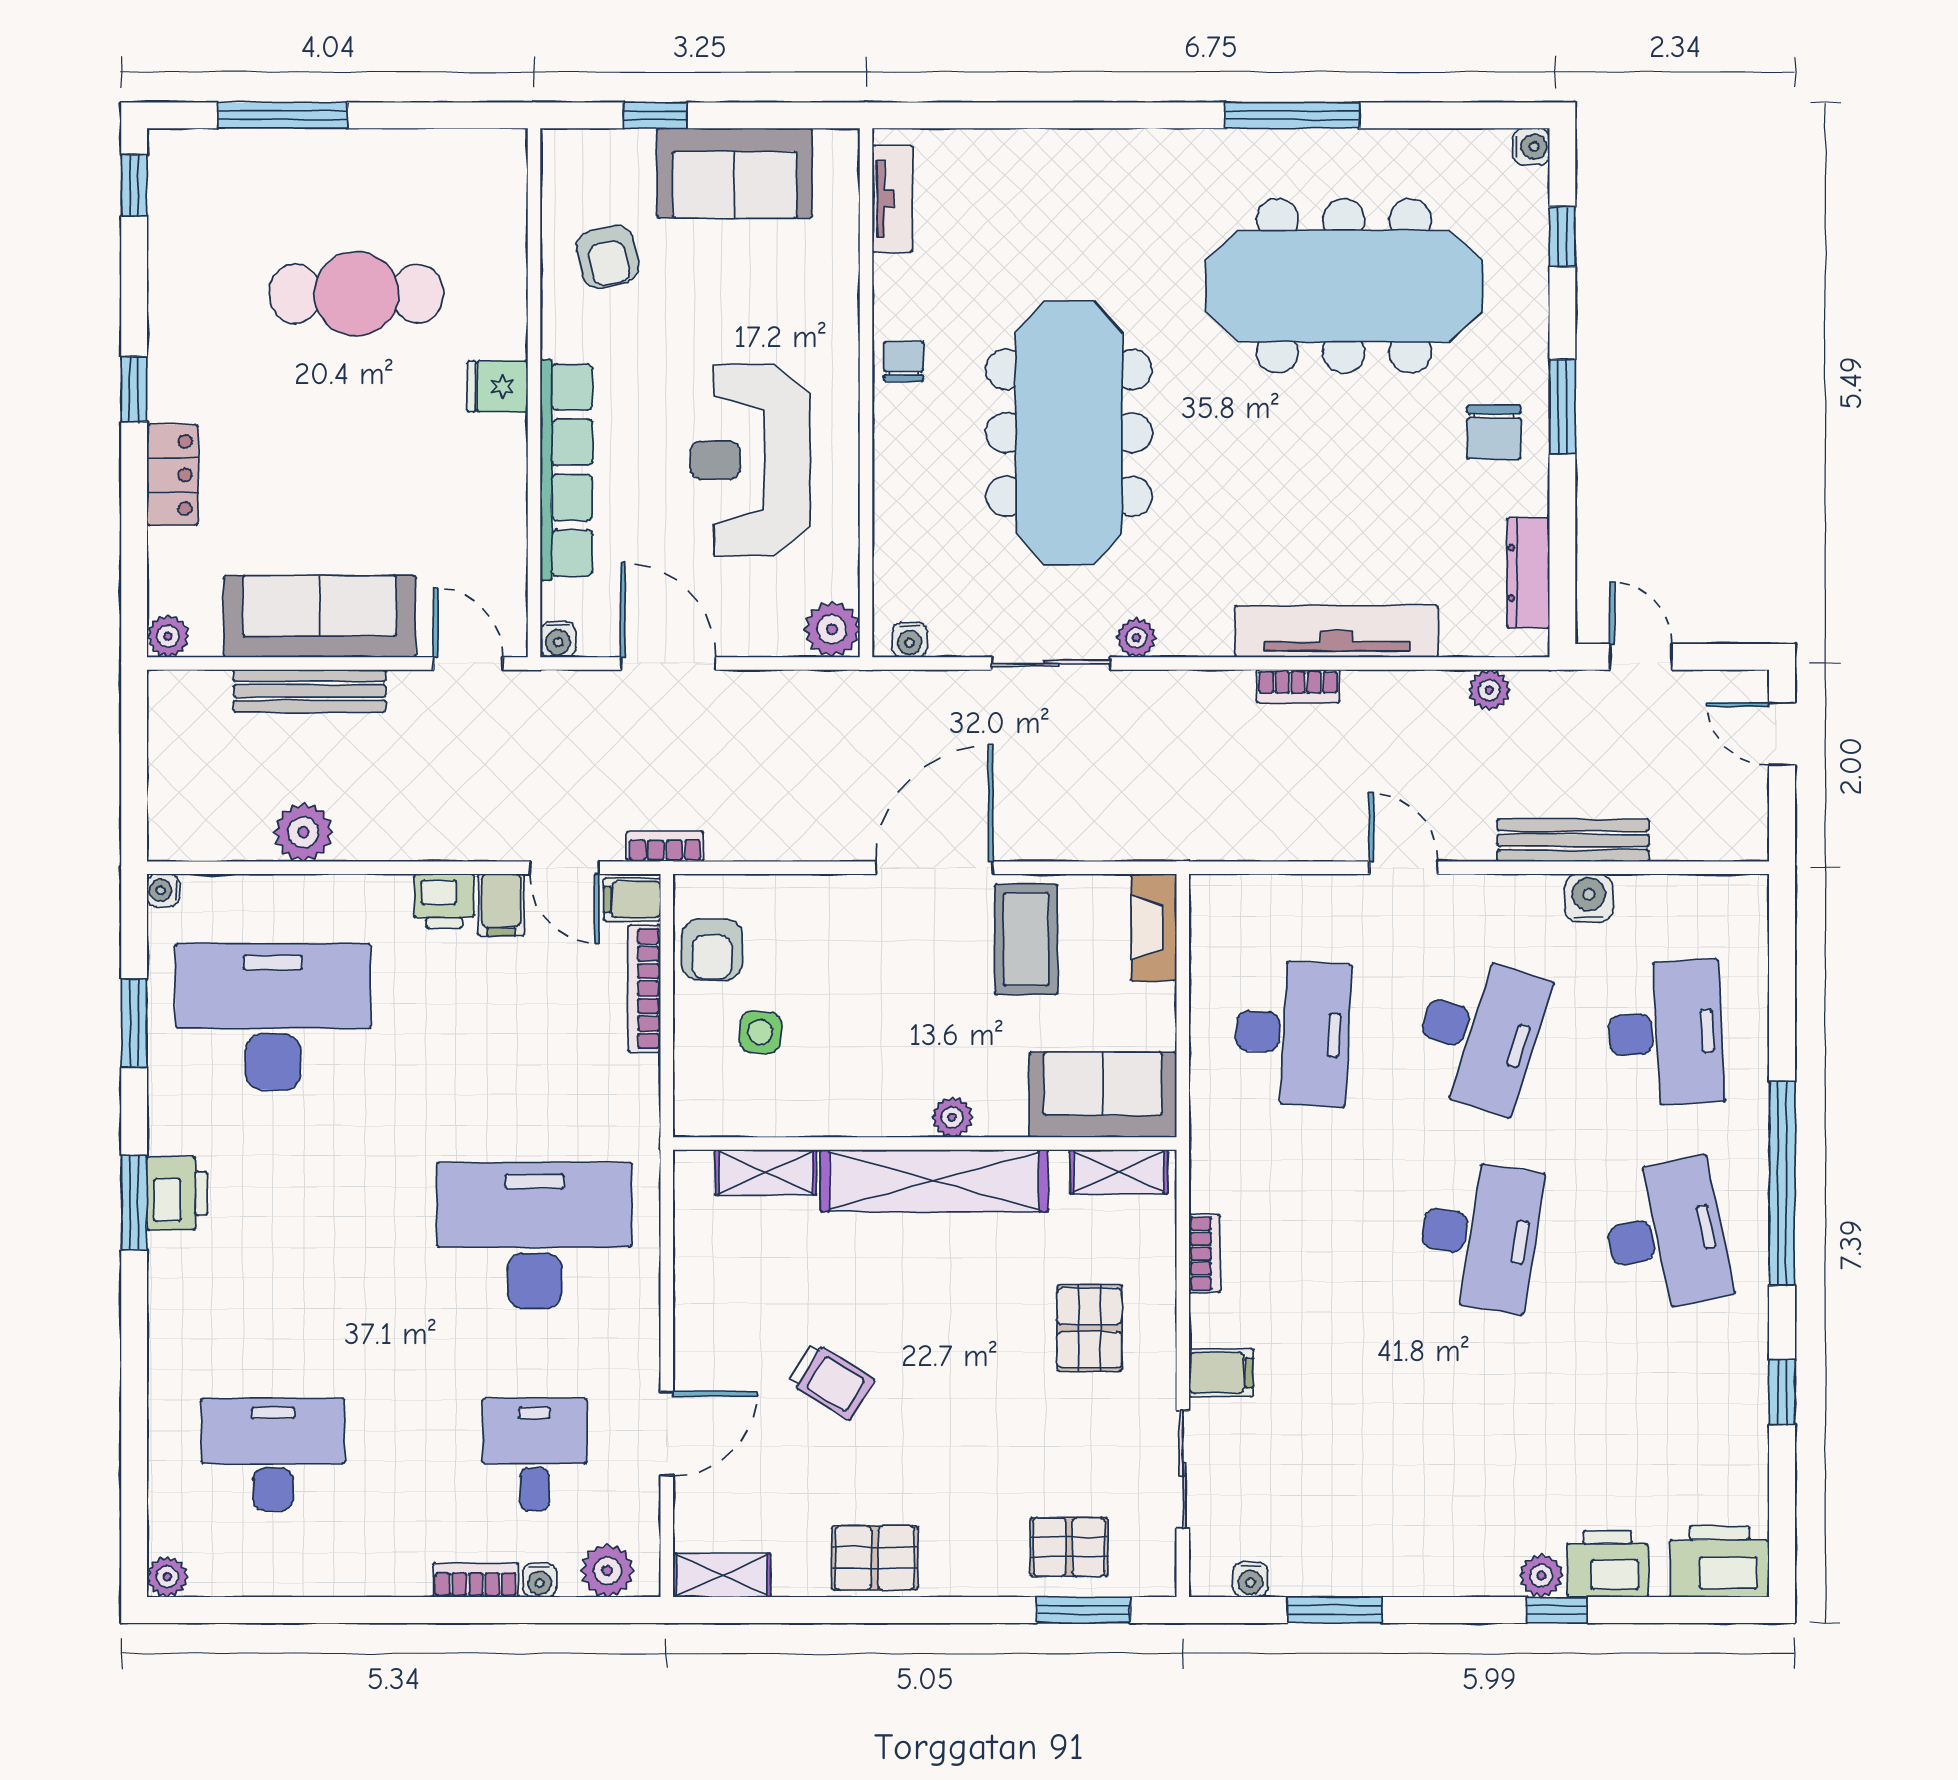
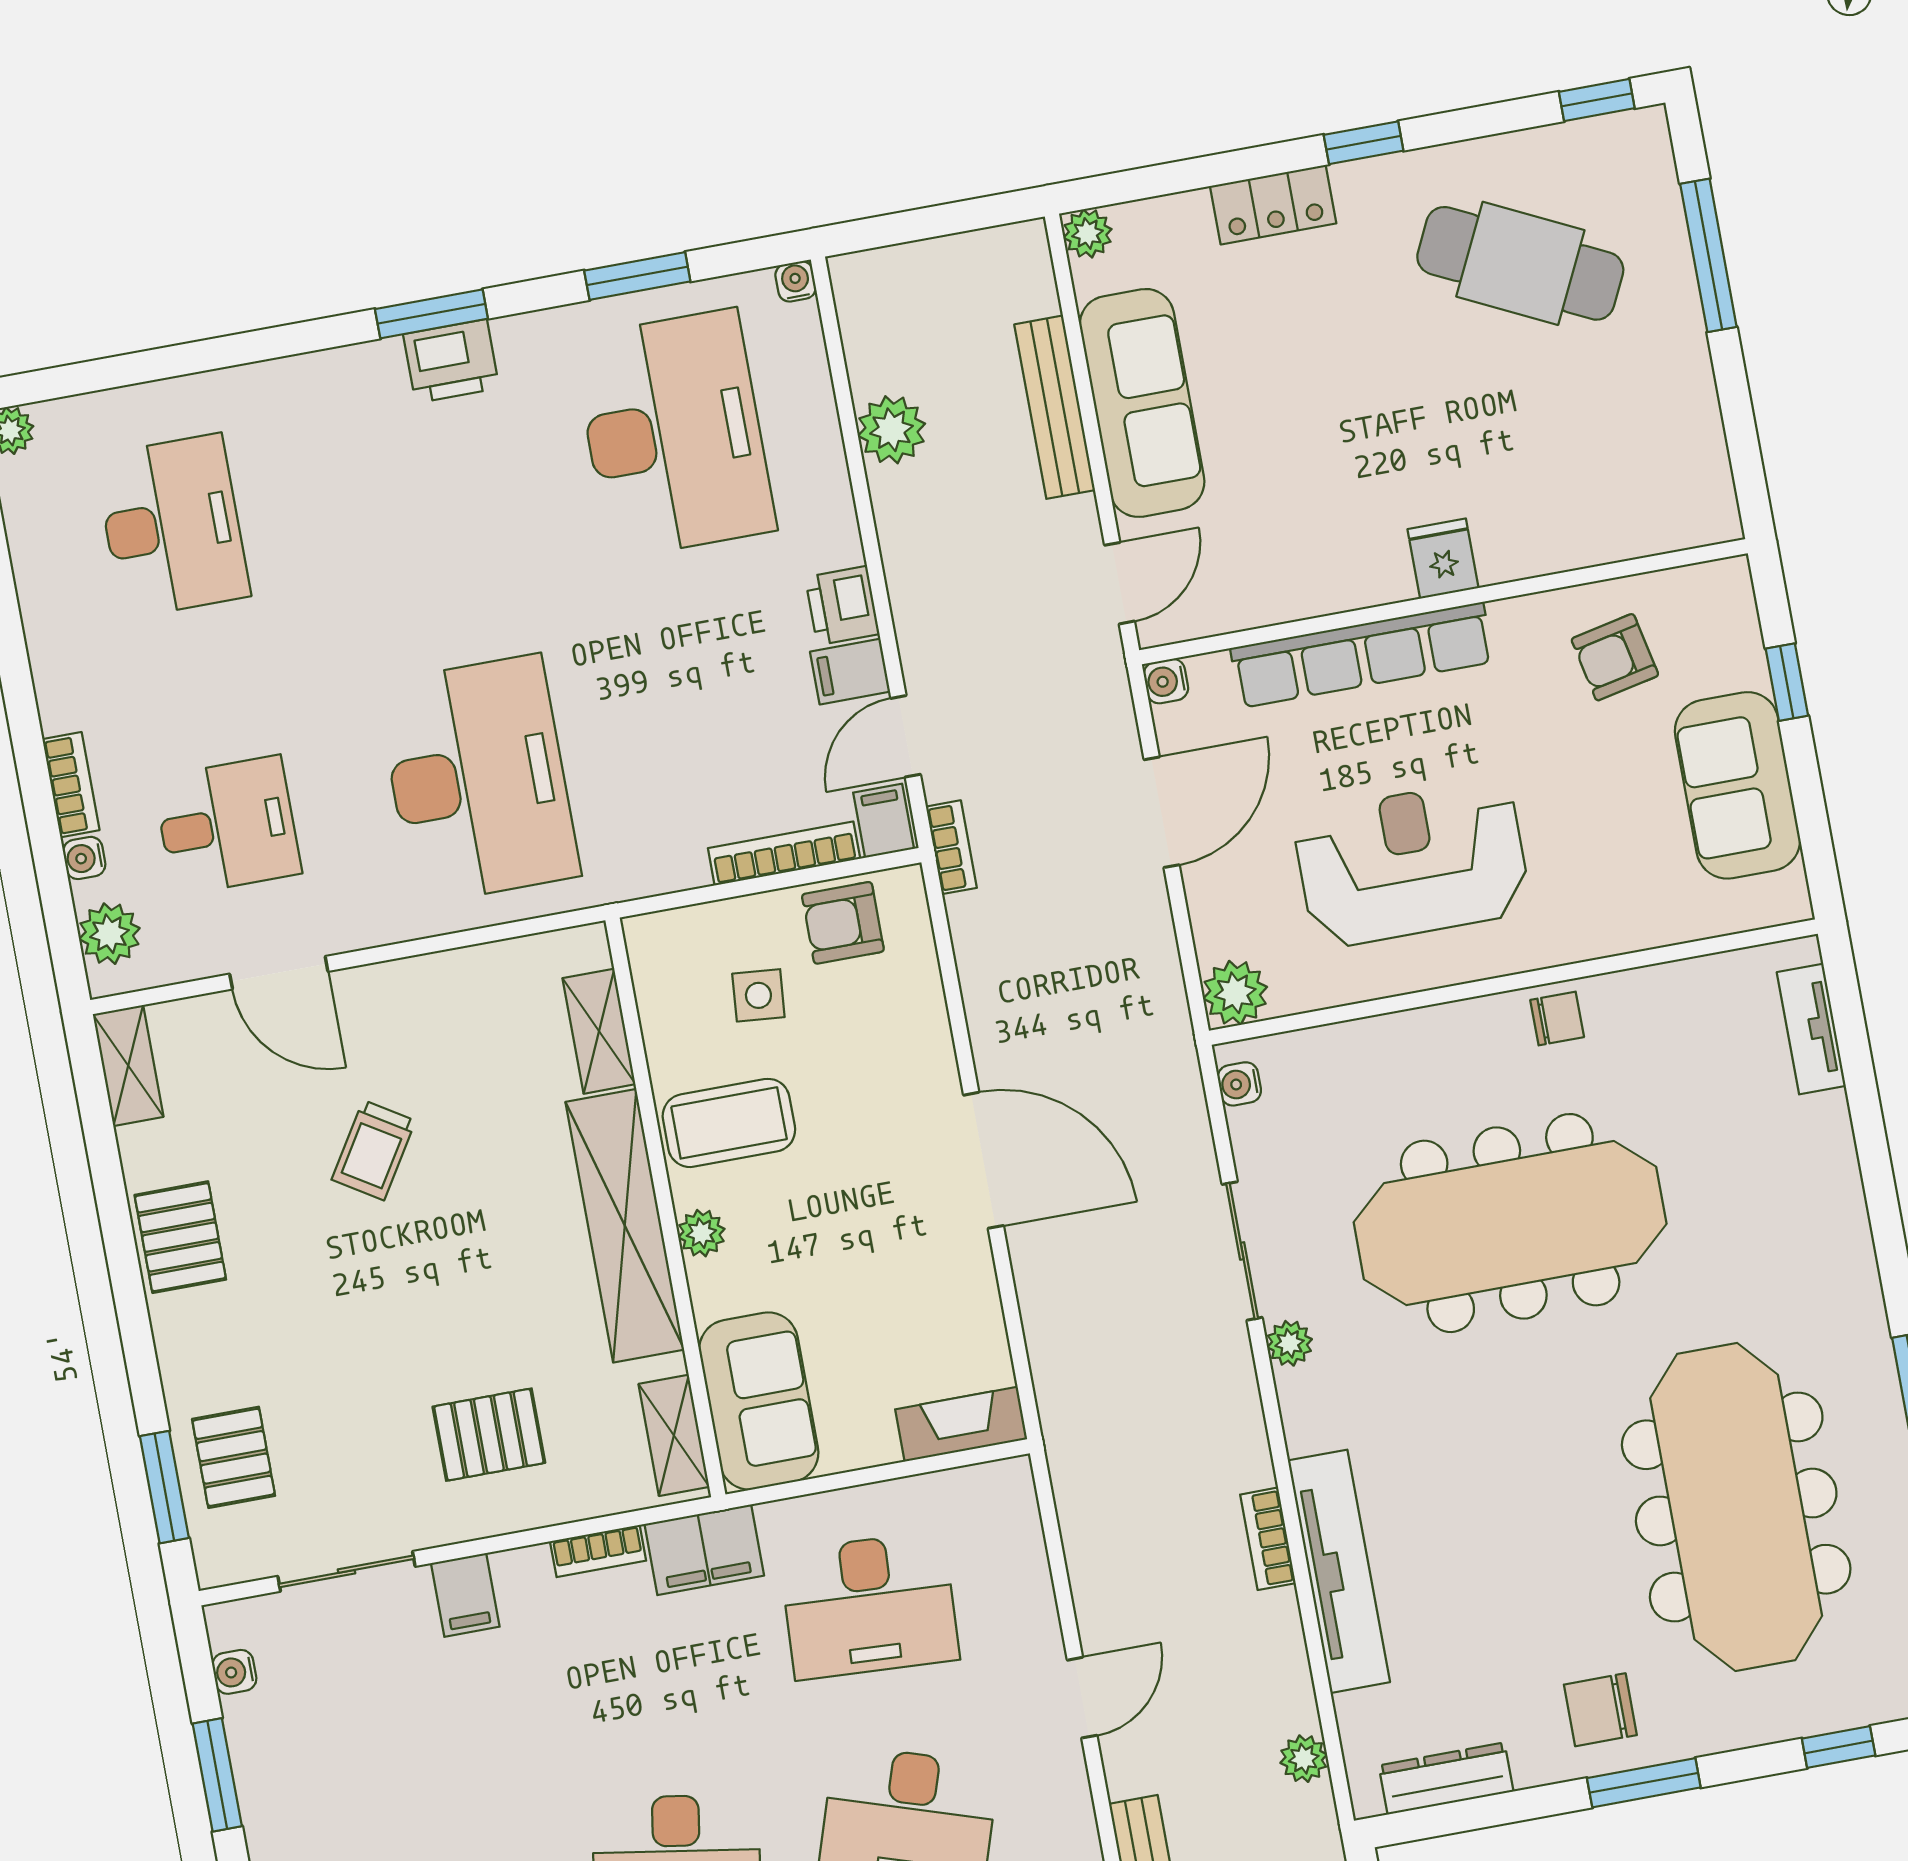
tv unit: (893, 199) -> (1811, 1029), moved, turned 90
cafe table: (356, 294) -> (1520, 263), moved, turned -64
coffee table: (1026, 939) -> (729, 1123), moved
filing cabinet: (1220, 1164) -> (704, 1550), added

